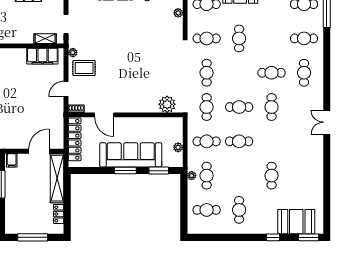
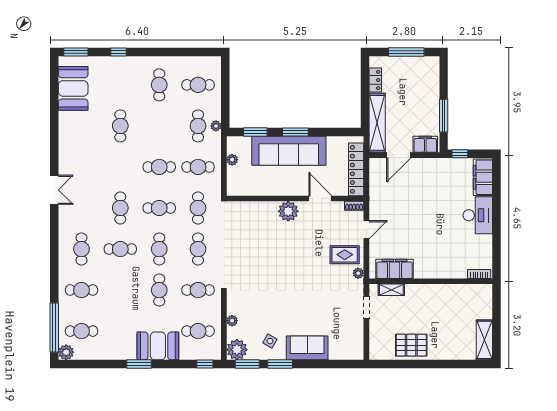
cafe table: (239, 73) -> (159, 249), added
plant: (167, 104) -> (288, 211), moved
filing cabinet: (12, 160) -> (425, 144), width x2.00
booth: (296, 222) -> (73, 88), moved, turned 90

